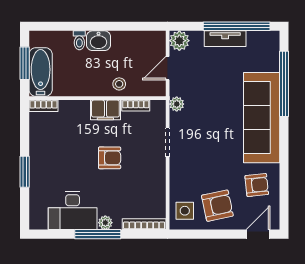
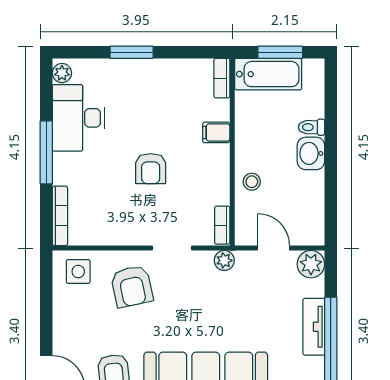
bookcase: (136, 106) -> (222, 225), moved
filing cabinet: (105, 110) -> (216, 132), moved, width x0.50
armchair: (217, 206) -> (132, 286), moved
plant: (105, 223) -> (62, 73), moved

